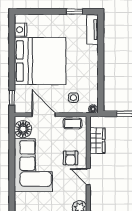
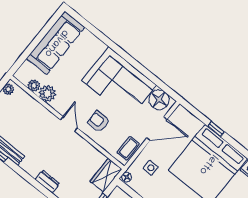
window: (12, 98) -> (216, 129), moved
wardrobe: (97, 141) -> (106, 175), moved, turned 90
door: (88, 177) -> (69, 124), hinge flipped

